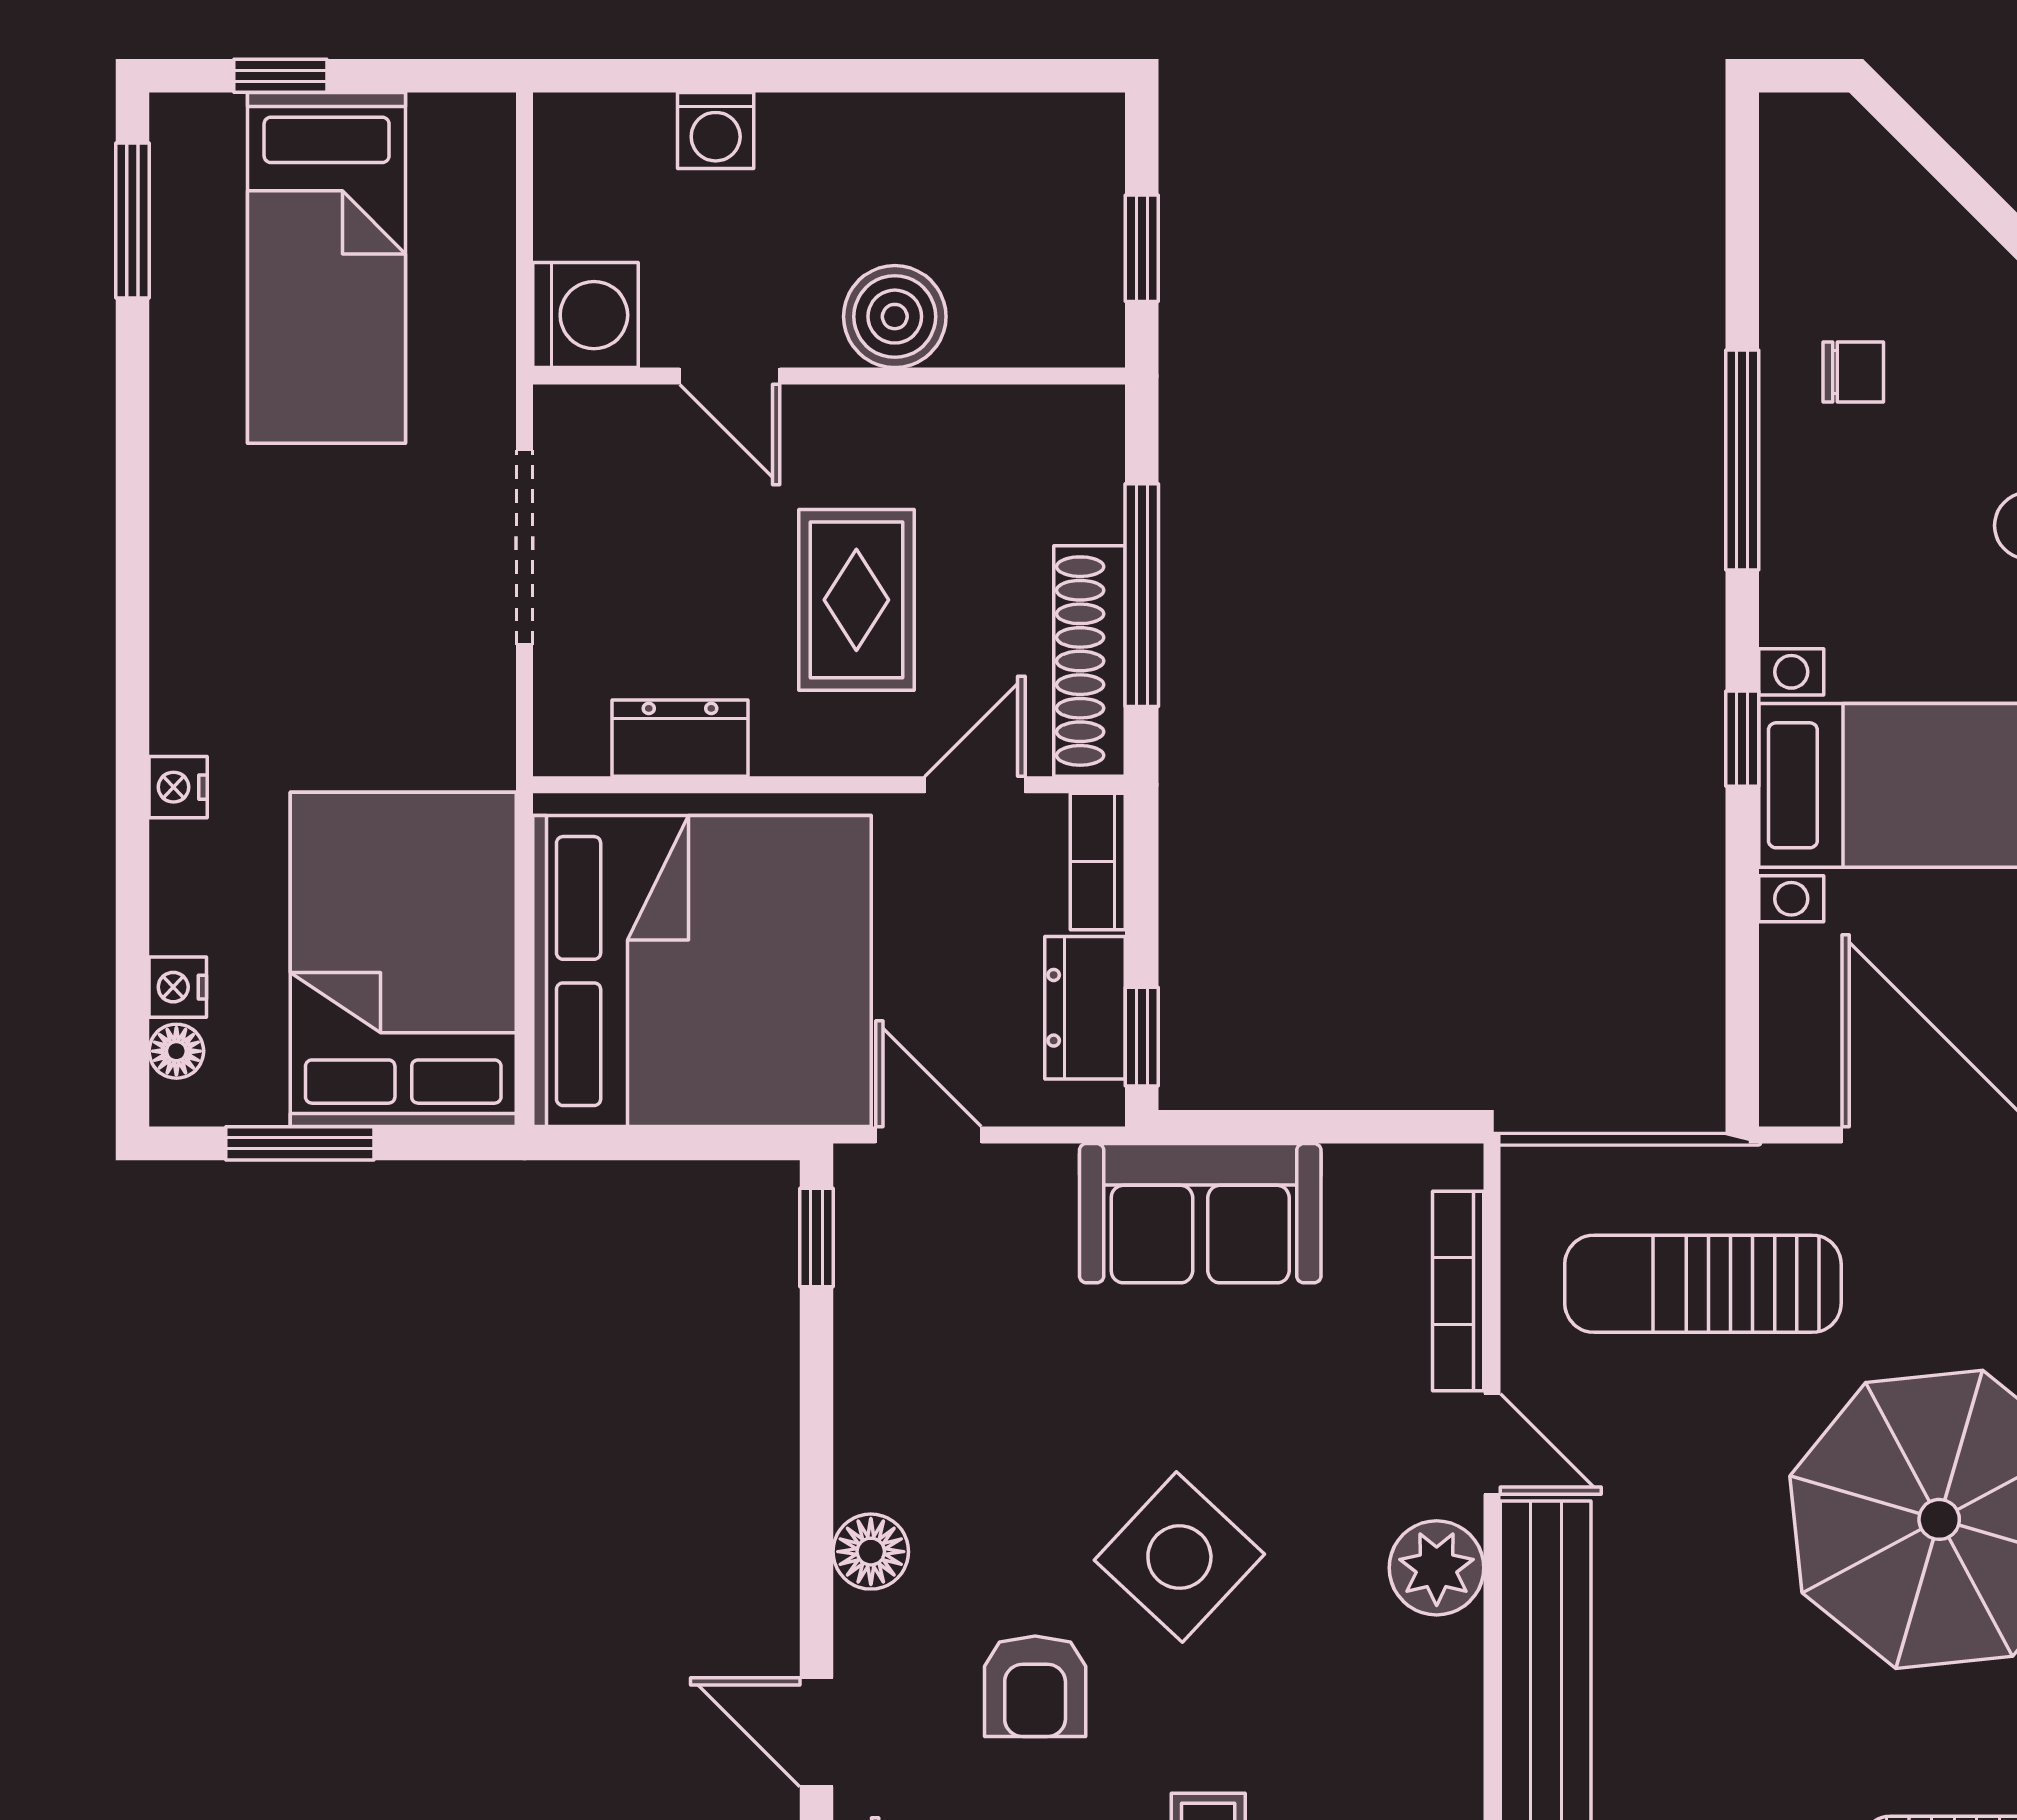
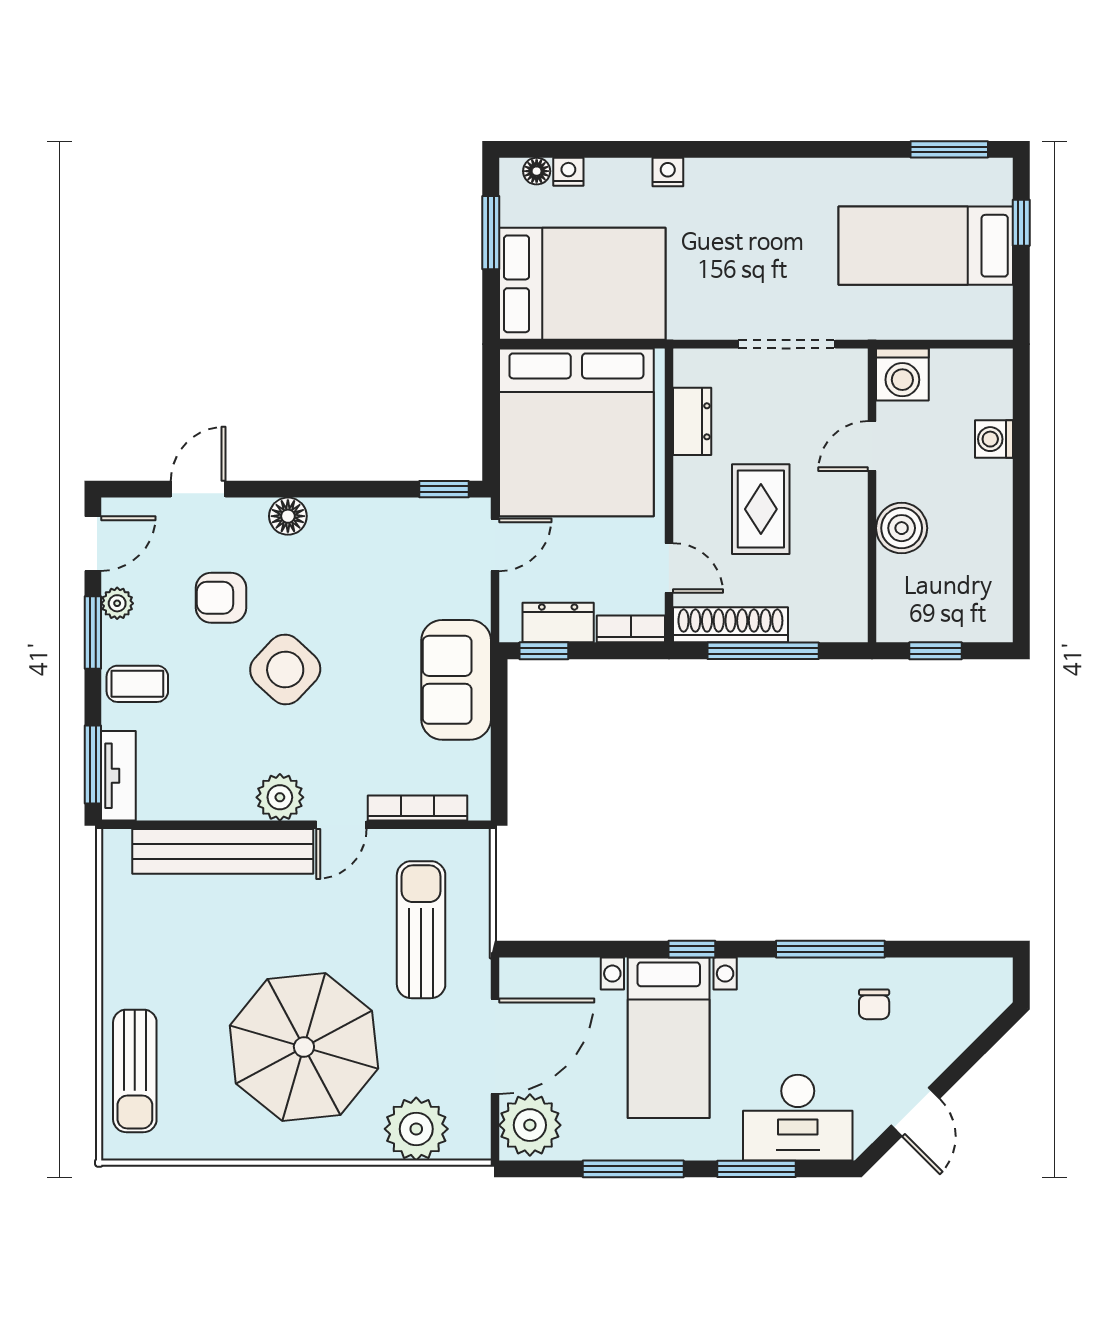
rug: (856, 600) -> (761, 509), turned 90

